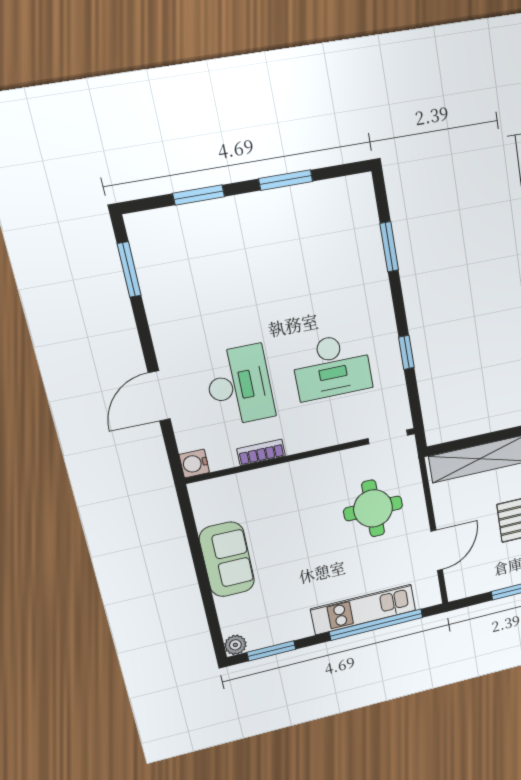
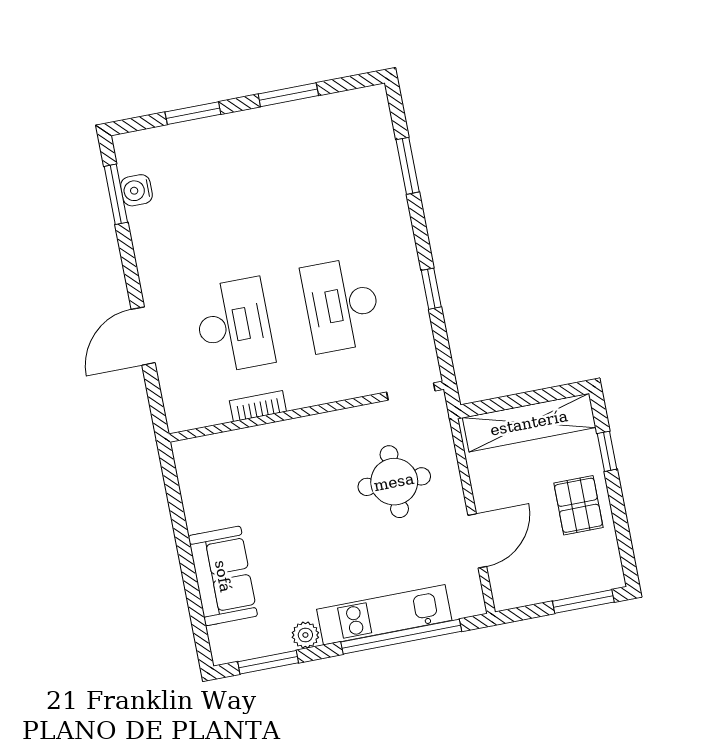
desk: (332, 367) -> (342, 305), turned 90
water cooler: (194, 464) -> (136, 190), moved
sofa: (227, 559) -> (223, 576), moved
plant: (235, 645) -> (305, 635), moved

